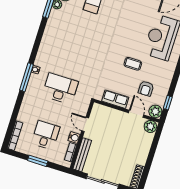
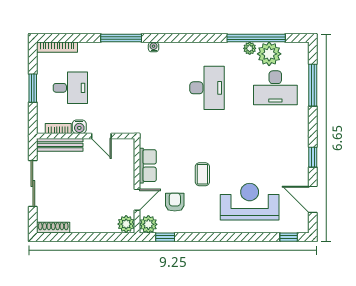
window: (27, 77) -> (121, 38), moved
desk: (60, 89) -> (207, 88), moved
armchair: (146, 89) -> (175, 202), turned 90
door: (85, 124) -> (101, 136), swing flipped

